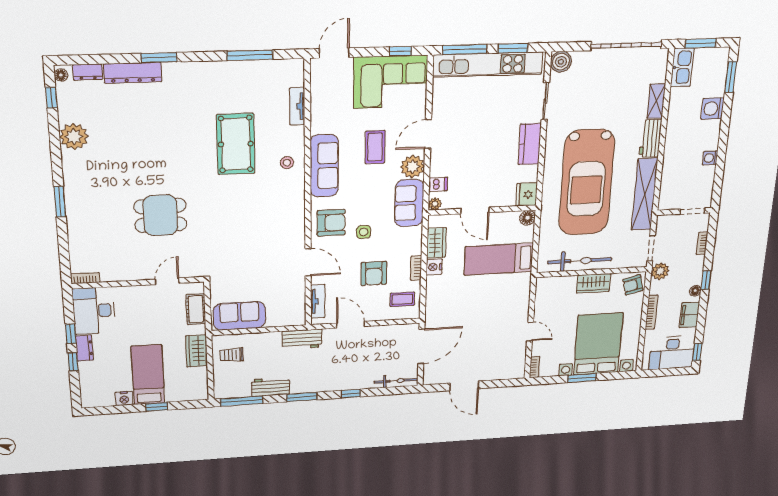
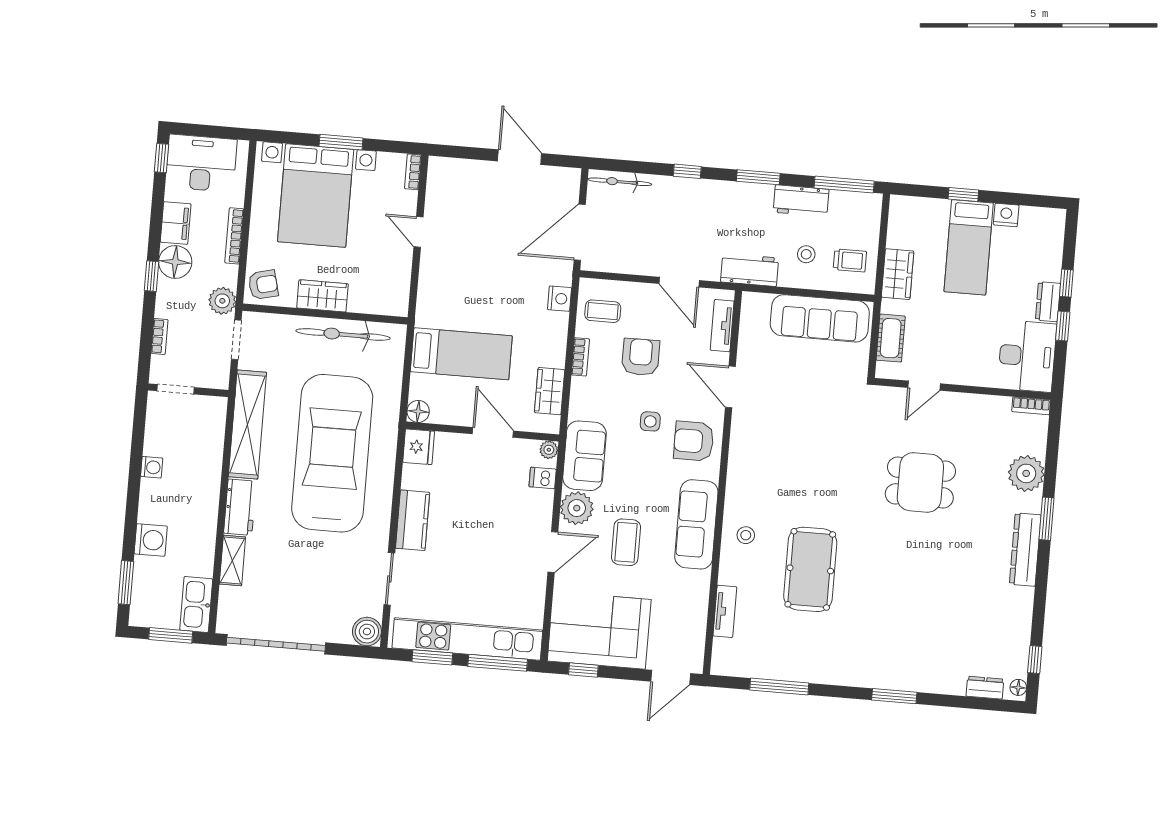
dresser: (133, 73) -> (1025, 550), moved, turned -90
plant: (74, 137) -> (1026, 473), moved
nightstand: (434, 267) -> (559, 299), moved
floor lamp: (695, 291) -> (175, 262), width x1.89, depth x1.89
sofa: (239, 316) -> (820, 318), width x1.36
stool: (263, 354) -> (806, 254), added

